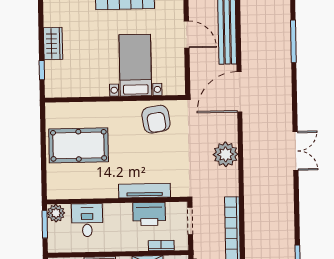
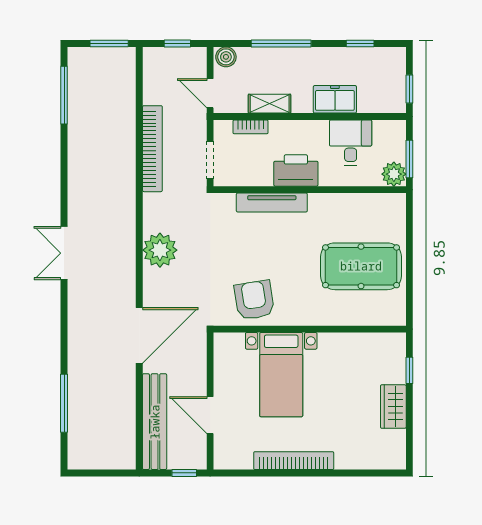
printer: (149, 214) -> (296, 170), moved
desk: (87, 220) -> (351, 143), moved, turned 180

